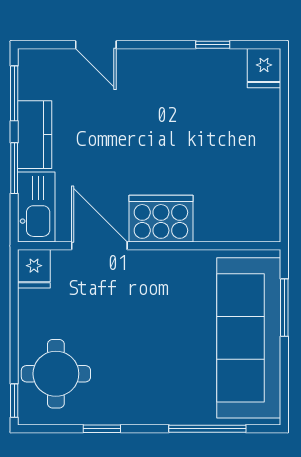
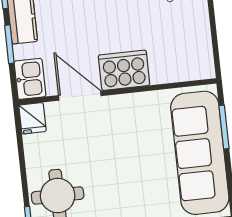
kitchen sink: (36, 207) -> (30, 79), width x0.73

